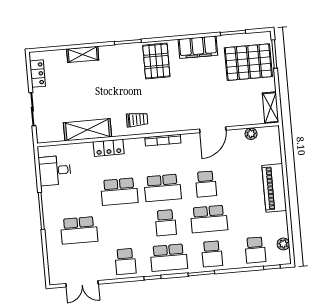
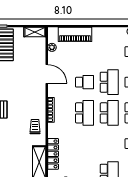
locker: (109, 148) -> (53, 154), width x1.53
piano: (274, 188) -> (75, 34), moved
school desk: (119, 192) -> (85, 144), removed
school desk: (166, 223) -> (109, 113), width x1.85

